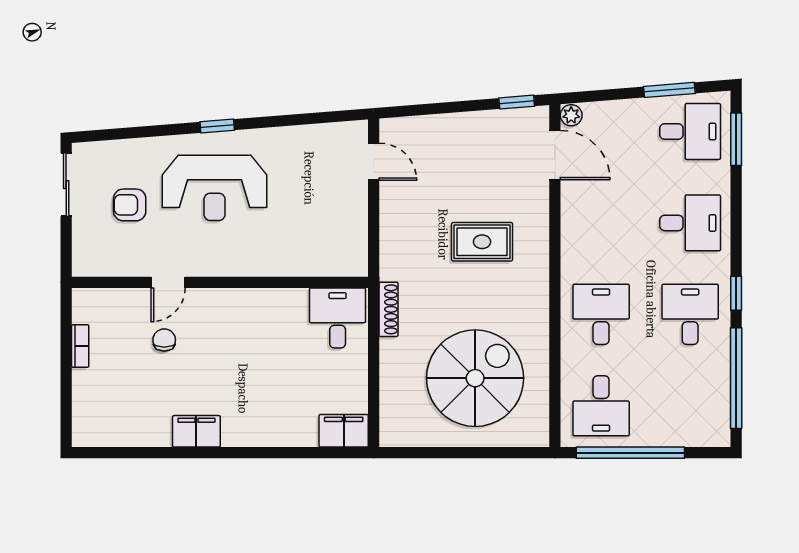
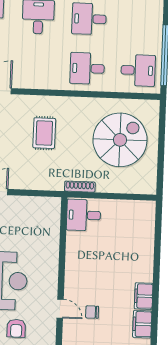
spiral stairs: (475, 378) -> (120, 140), turned 90
filing cabinet: (344, 431) -> (142, 324), moved

